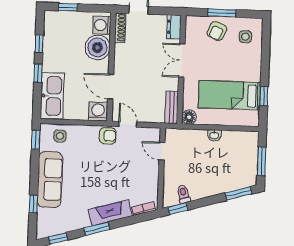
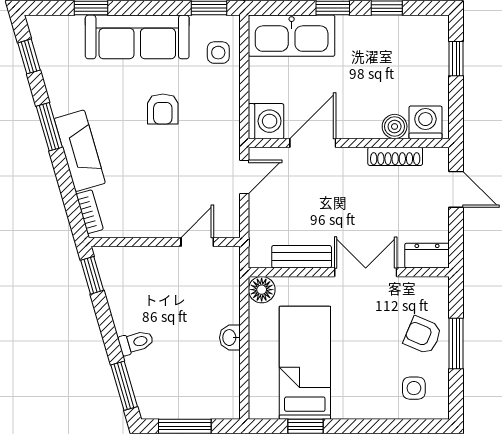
shoe rack: (120, 28) -> (395, 156), moved
boiler: (97, 47) -> (395, 126), width x0.54, depth x0.54
bench: (172, 108) -> (302, 257), moved
armchair: (108, 136) -> (163, 109), moved
toilet: (183, 194) -> (136, 342), moved

